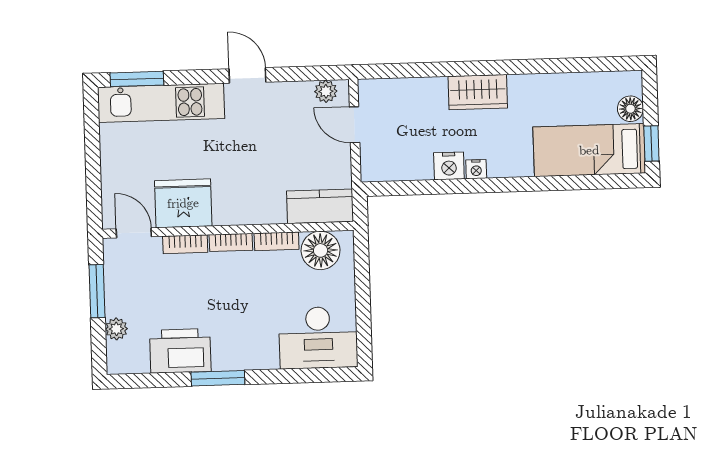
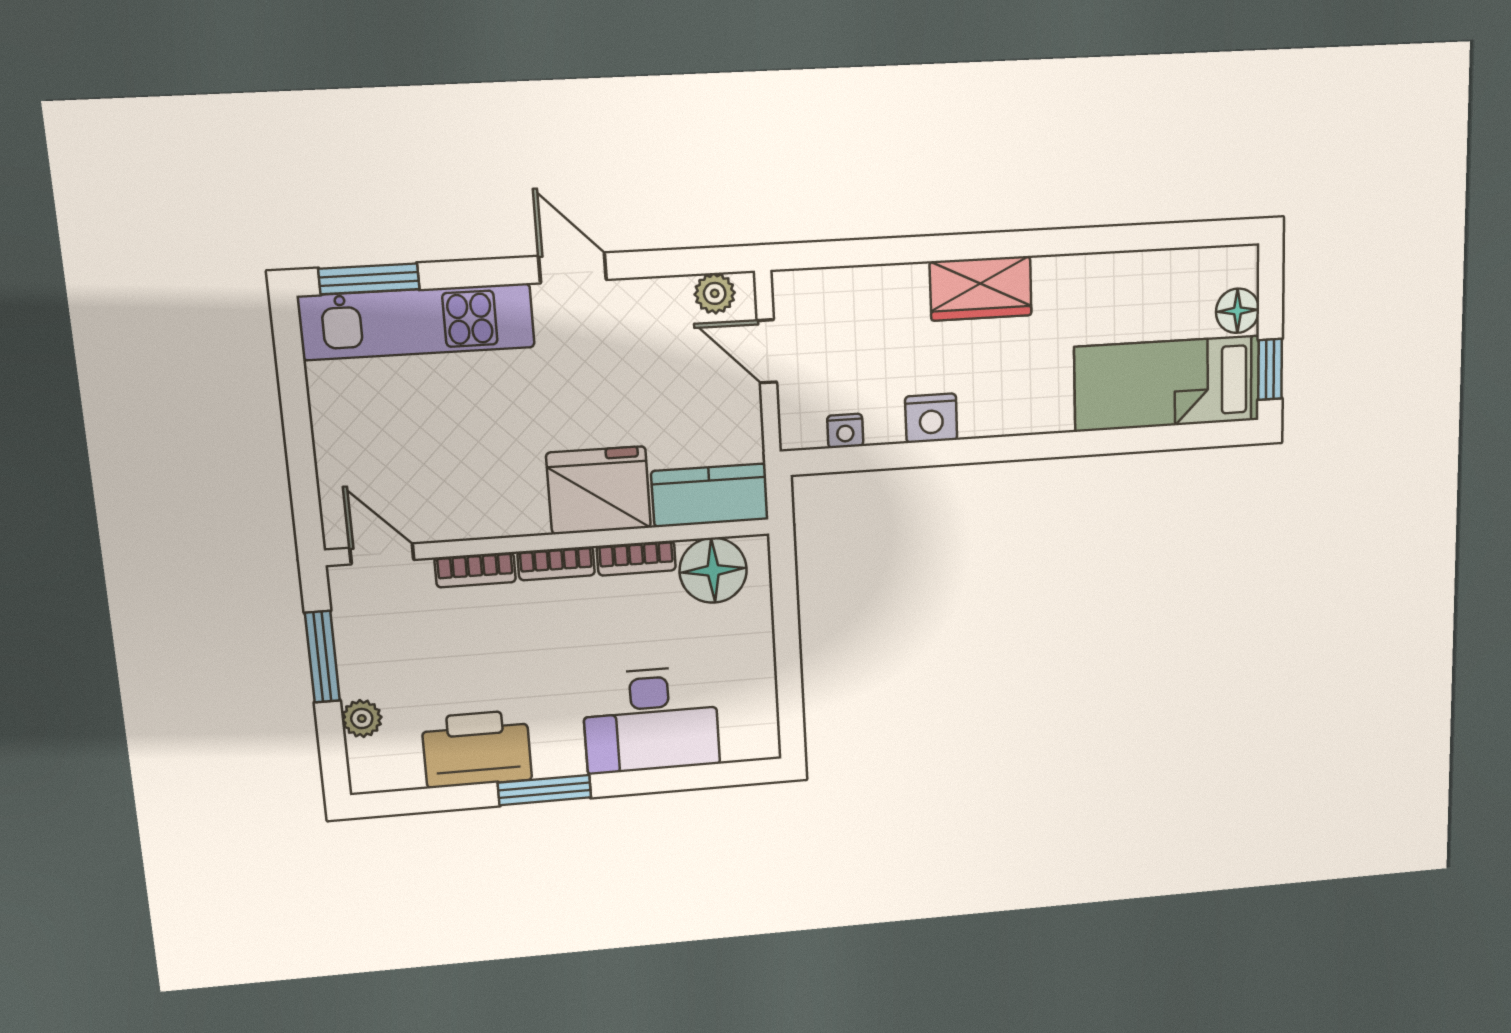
nightstand: (476, 169) -> (845, 431), moved
fridge: (183, 203) -> (599, 490), moved
desk: (318, 338) -> (651, 720), moved

